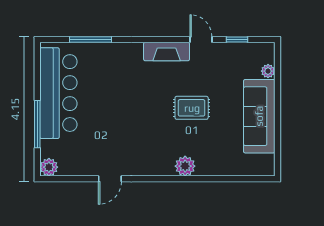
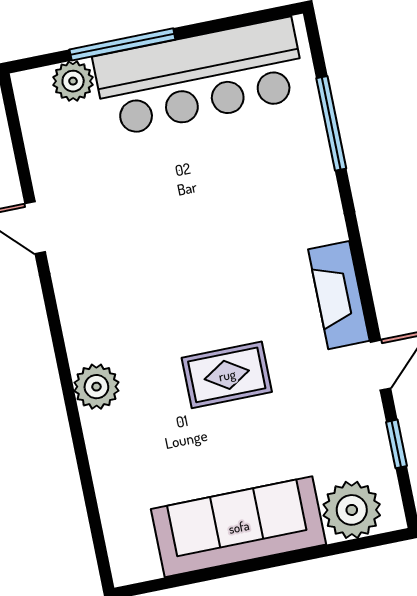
plant: (268, 71) -> (352, 510), width x1.88, depth x1.88
rug: (192, 108) -> (227, 375), turned 90
plant: (49, 167) -> (73, 81), moved

